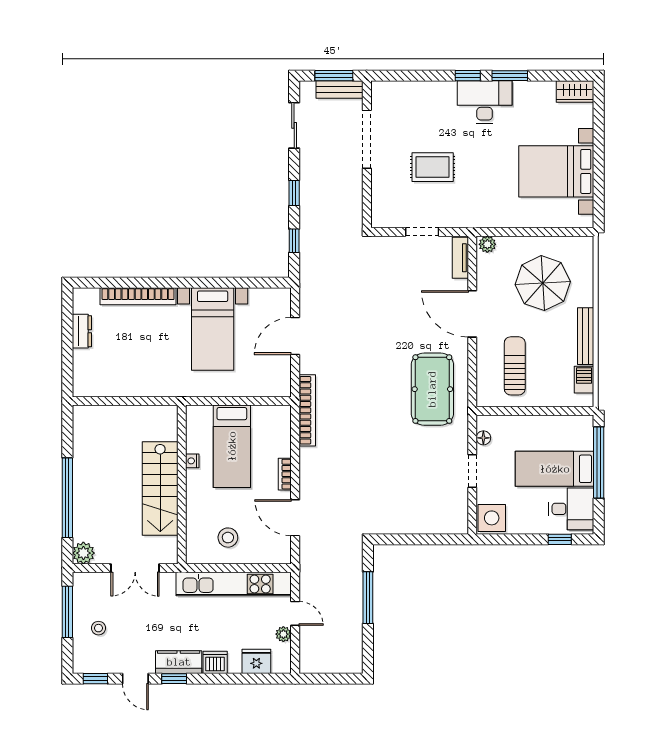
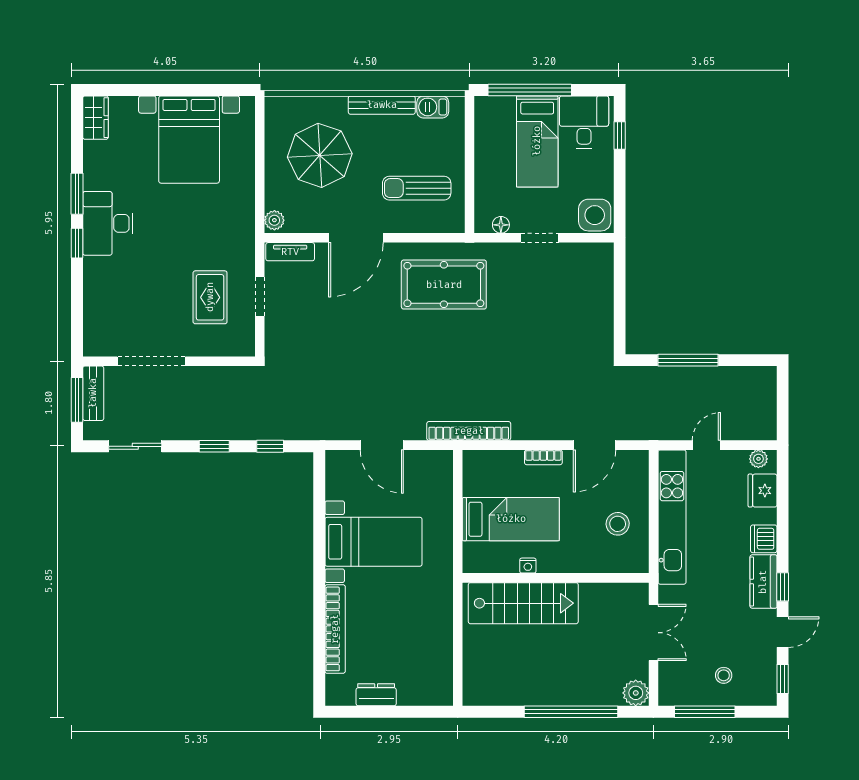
rug: (433, 167) -> (210, 297), moved
stairs: (160, 489) -> (523, 603), moved
plant: (283, 634) -> (758, 459), moved

